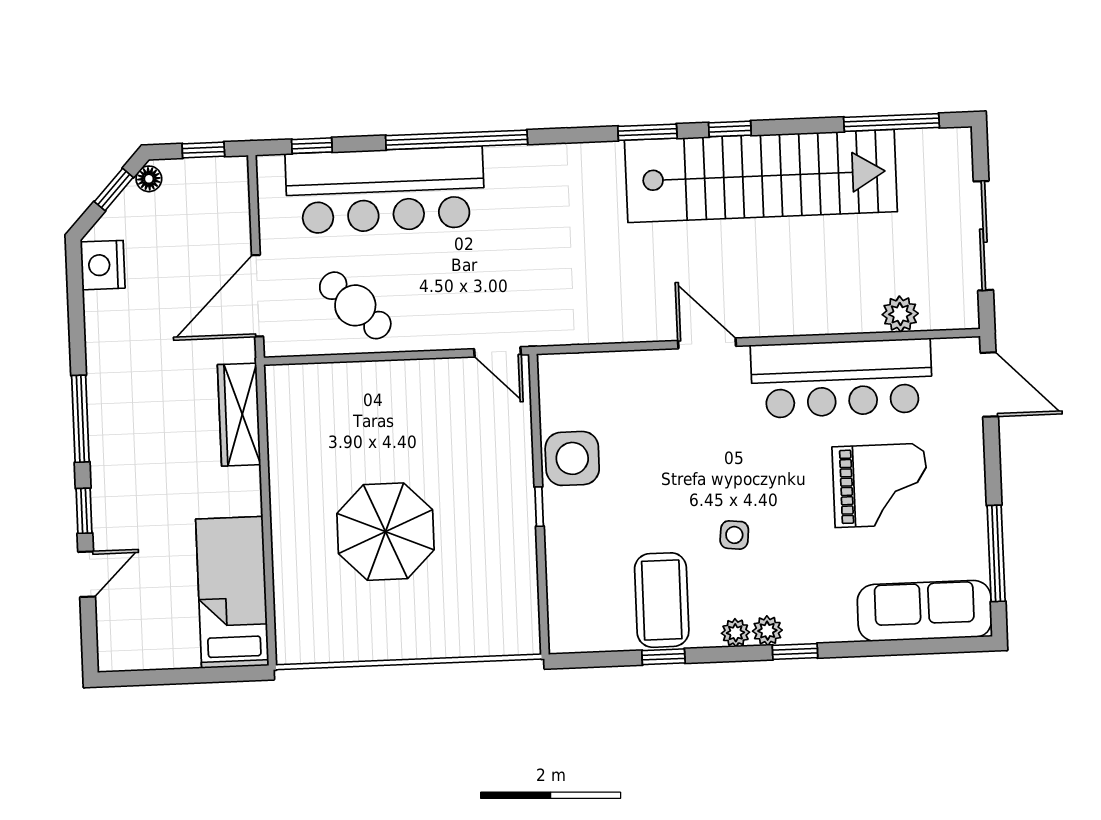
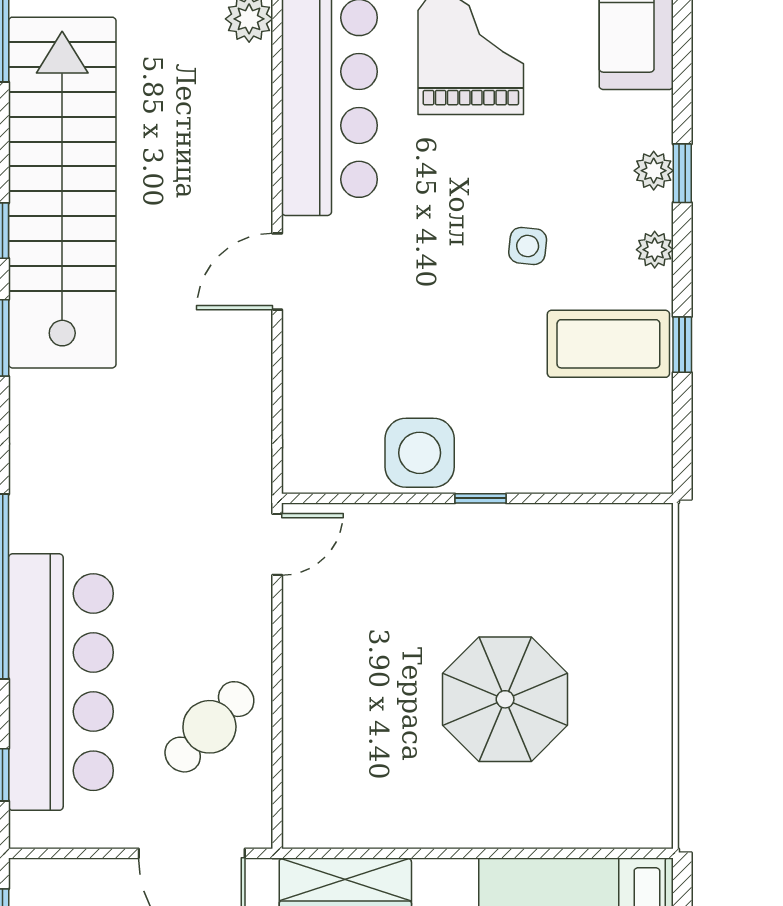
plant: (767, 631) -> (654, 171), moved

